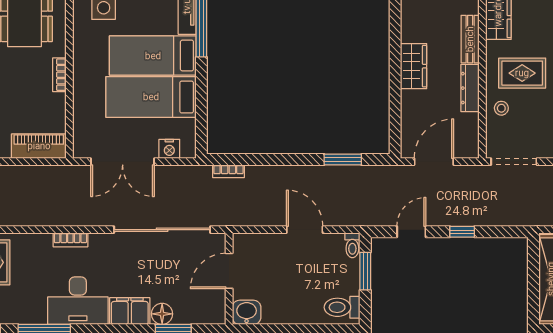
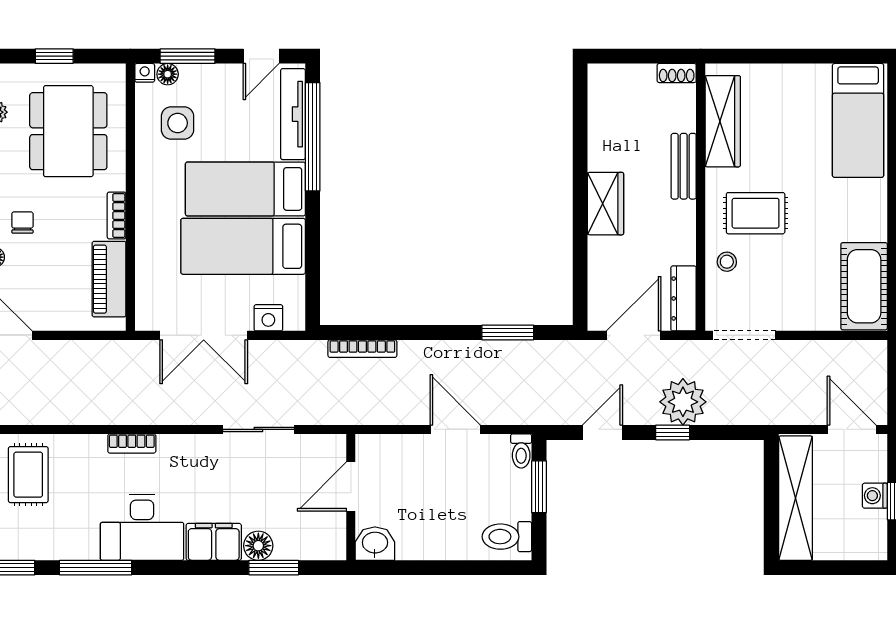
dresser: (470, 88) -> (684, 298), moved
piano: (39, 146) -> (109, 279), moved, turned -90
bookcase: (228, 171) -> (362, 349), width x1.56
plant: (470, 210) -> (683, 402), added
sliding door: (162, 230) -> (258, 429), width x0.54

